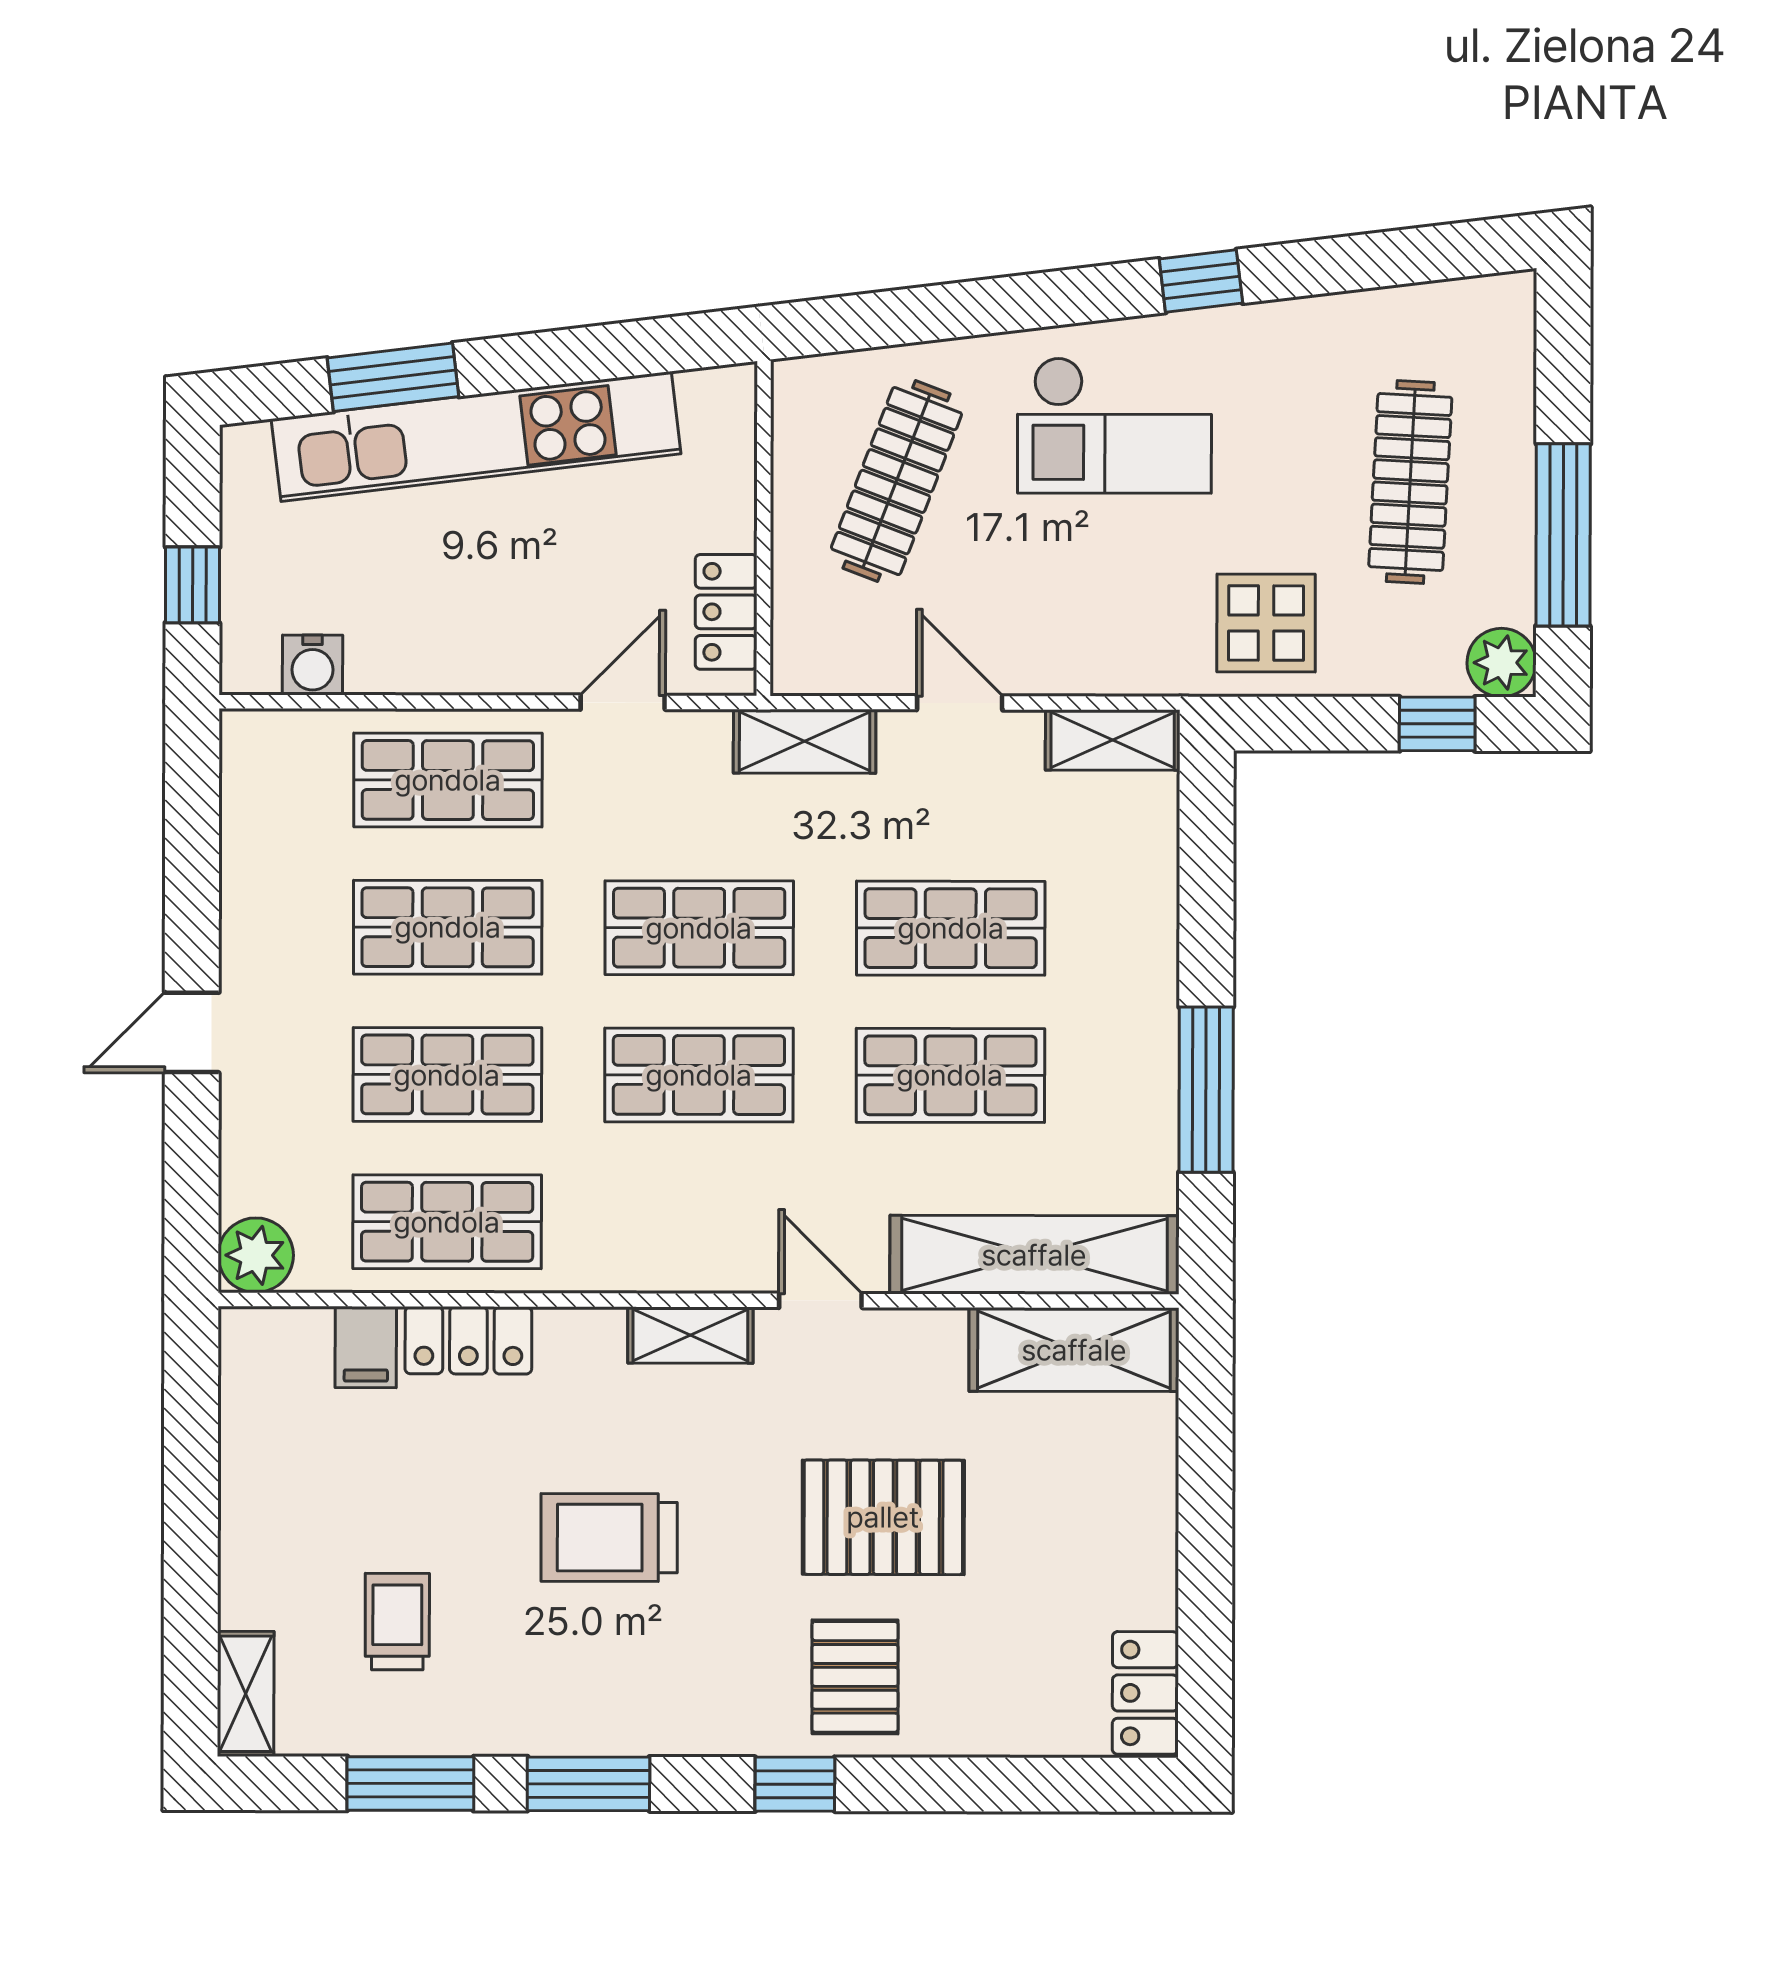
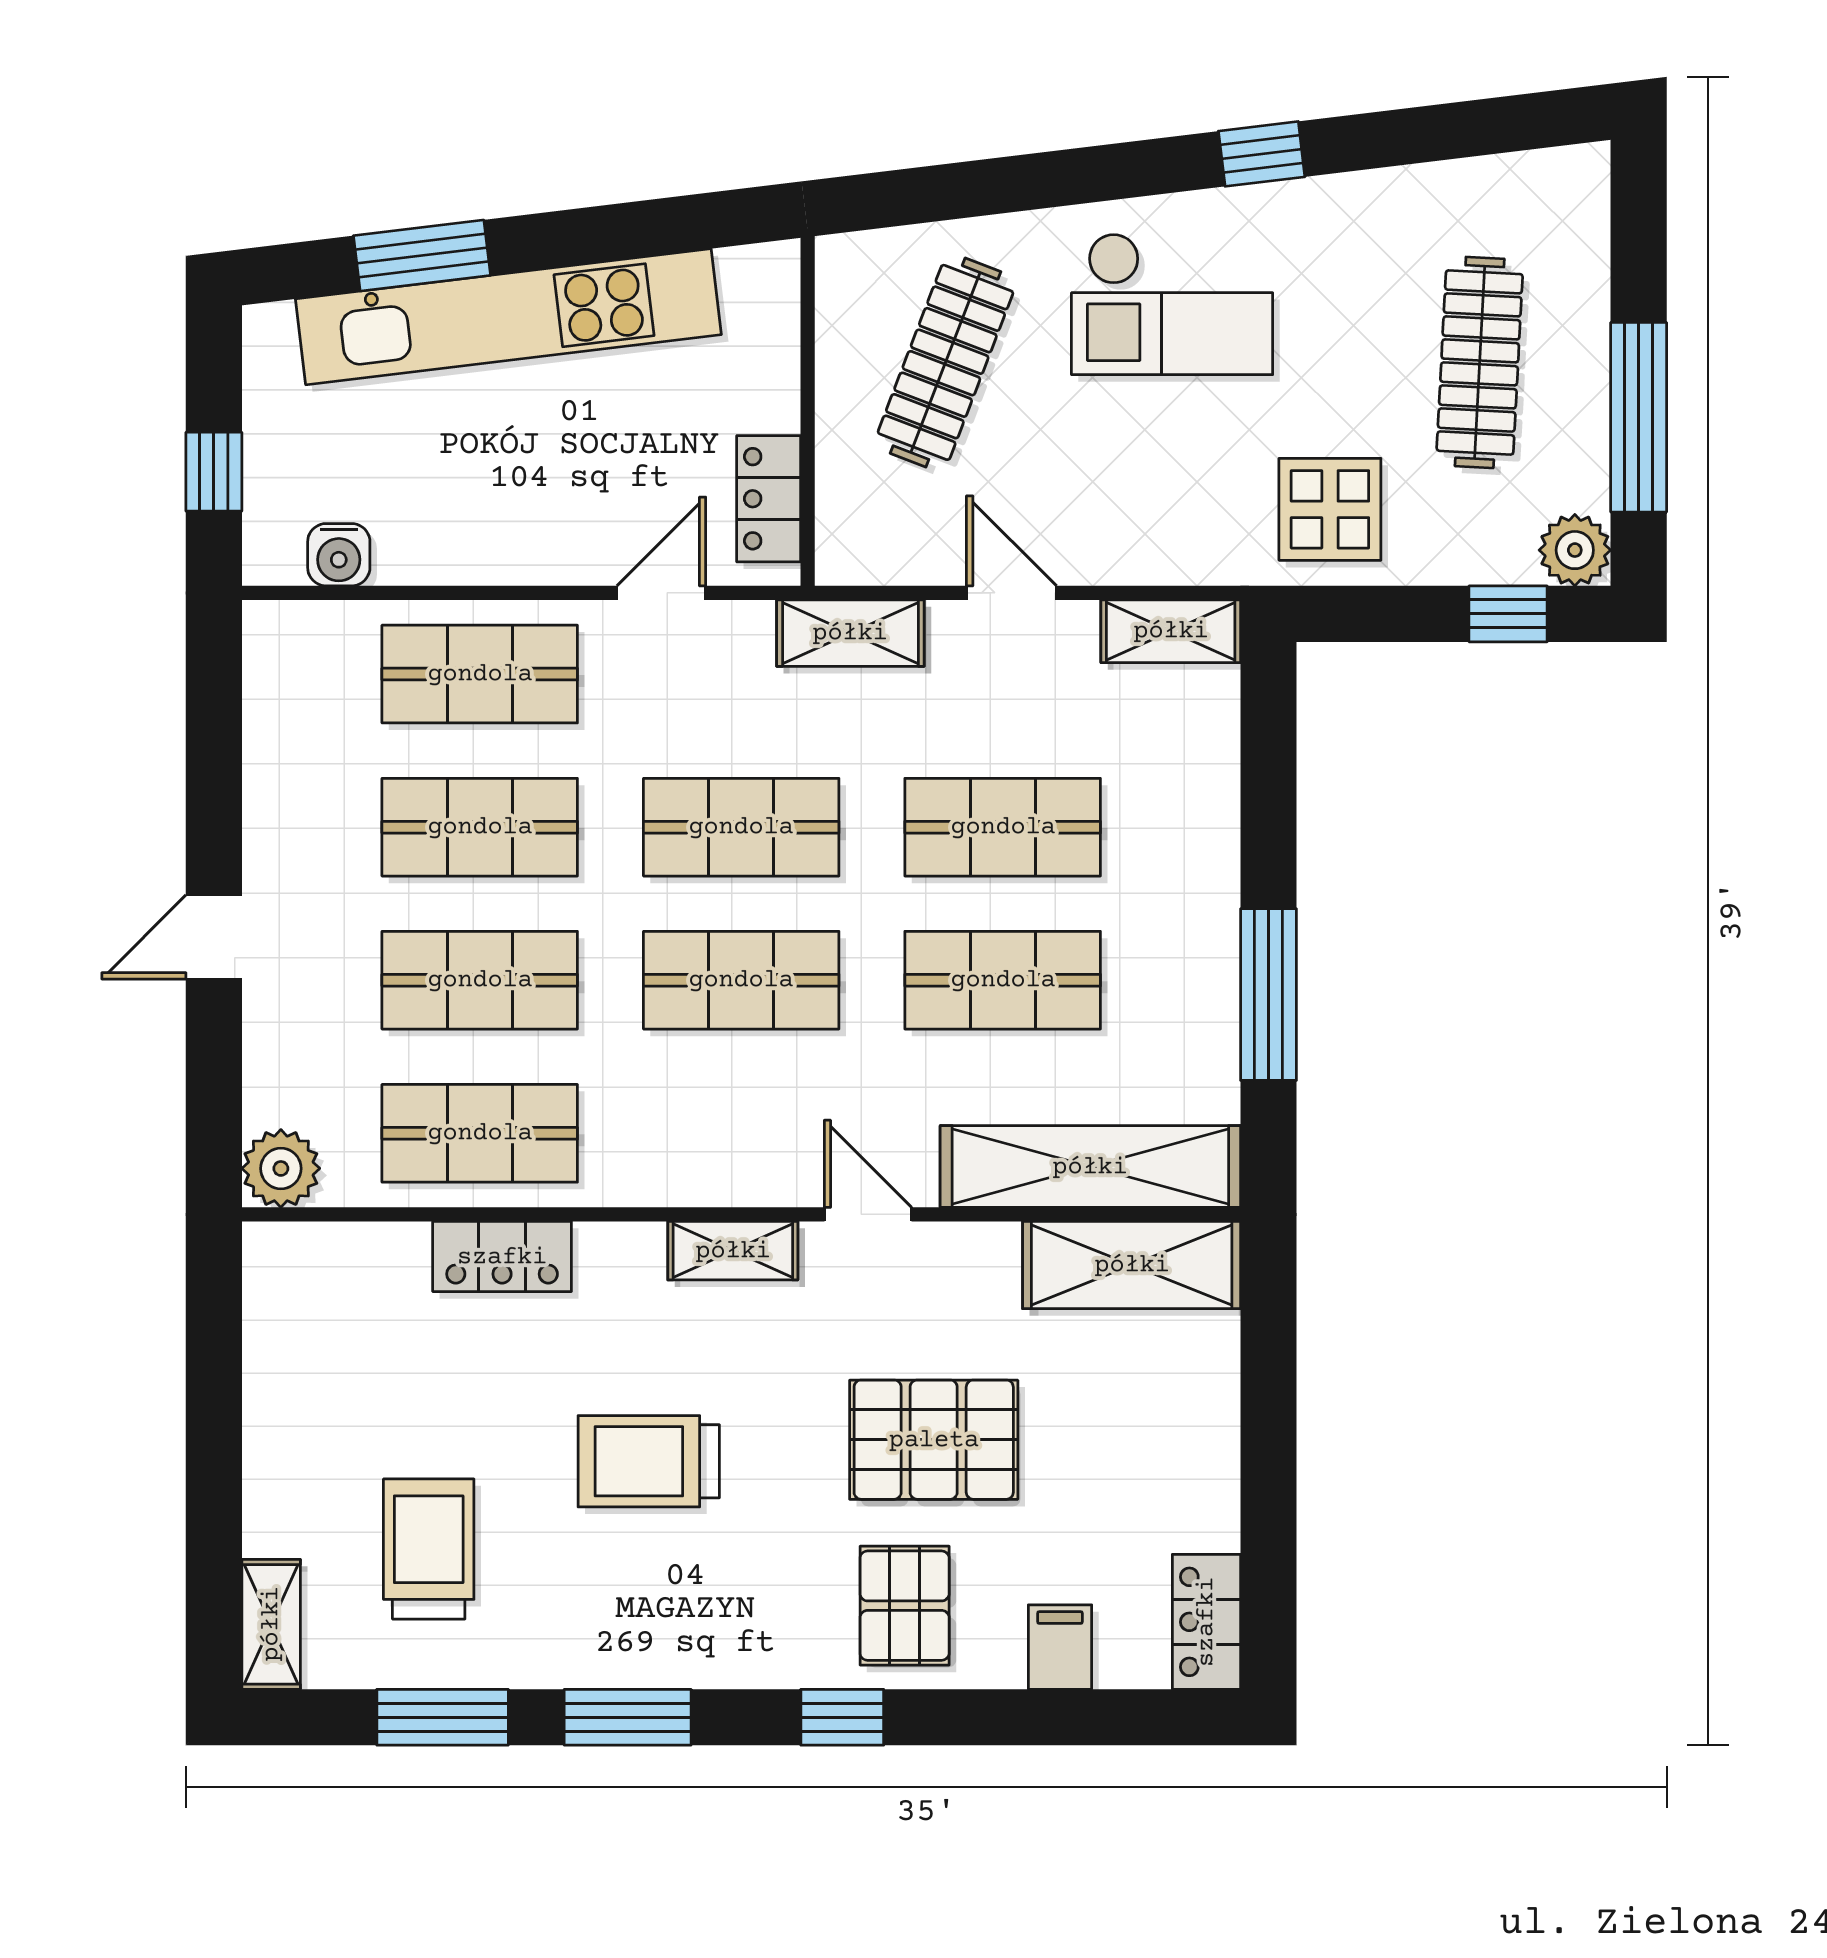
filing cabinet: (366, 1347) -> (1060, 1647), moved, turned 180
trolley: (397, 1622) -> (429, 1549), width x1.36, depth x1.39

